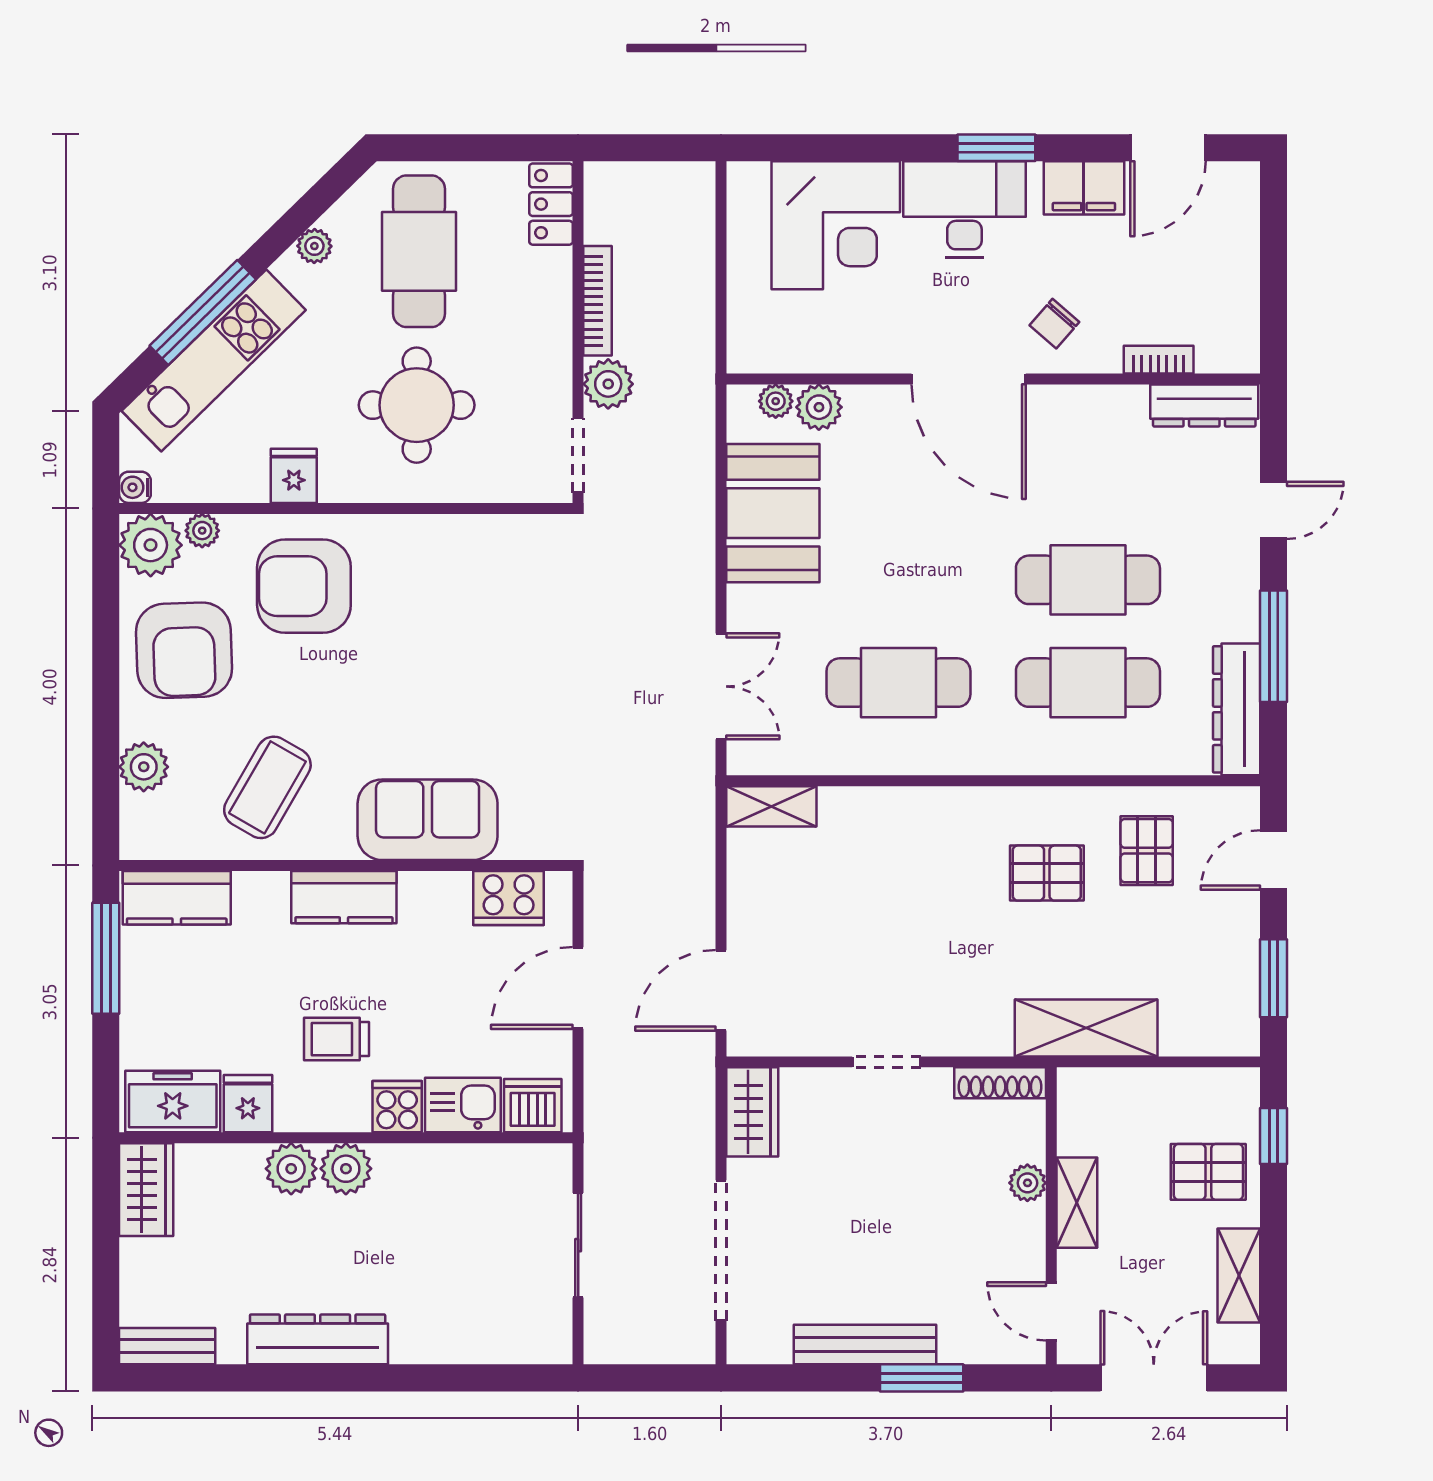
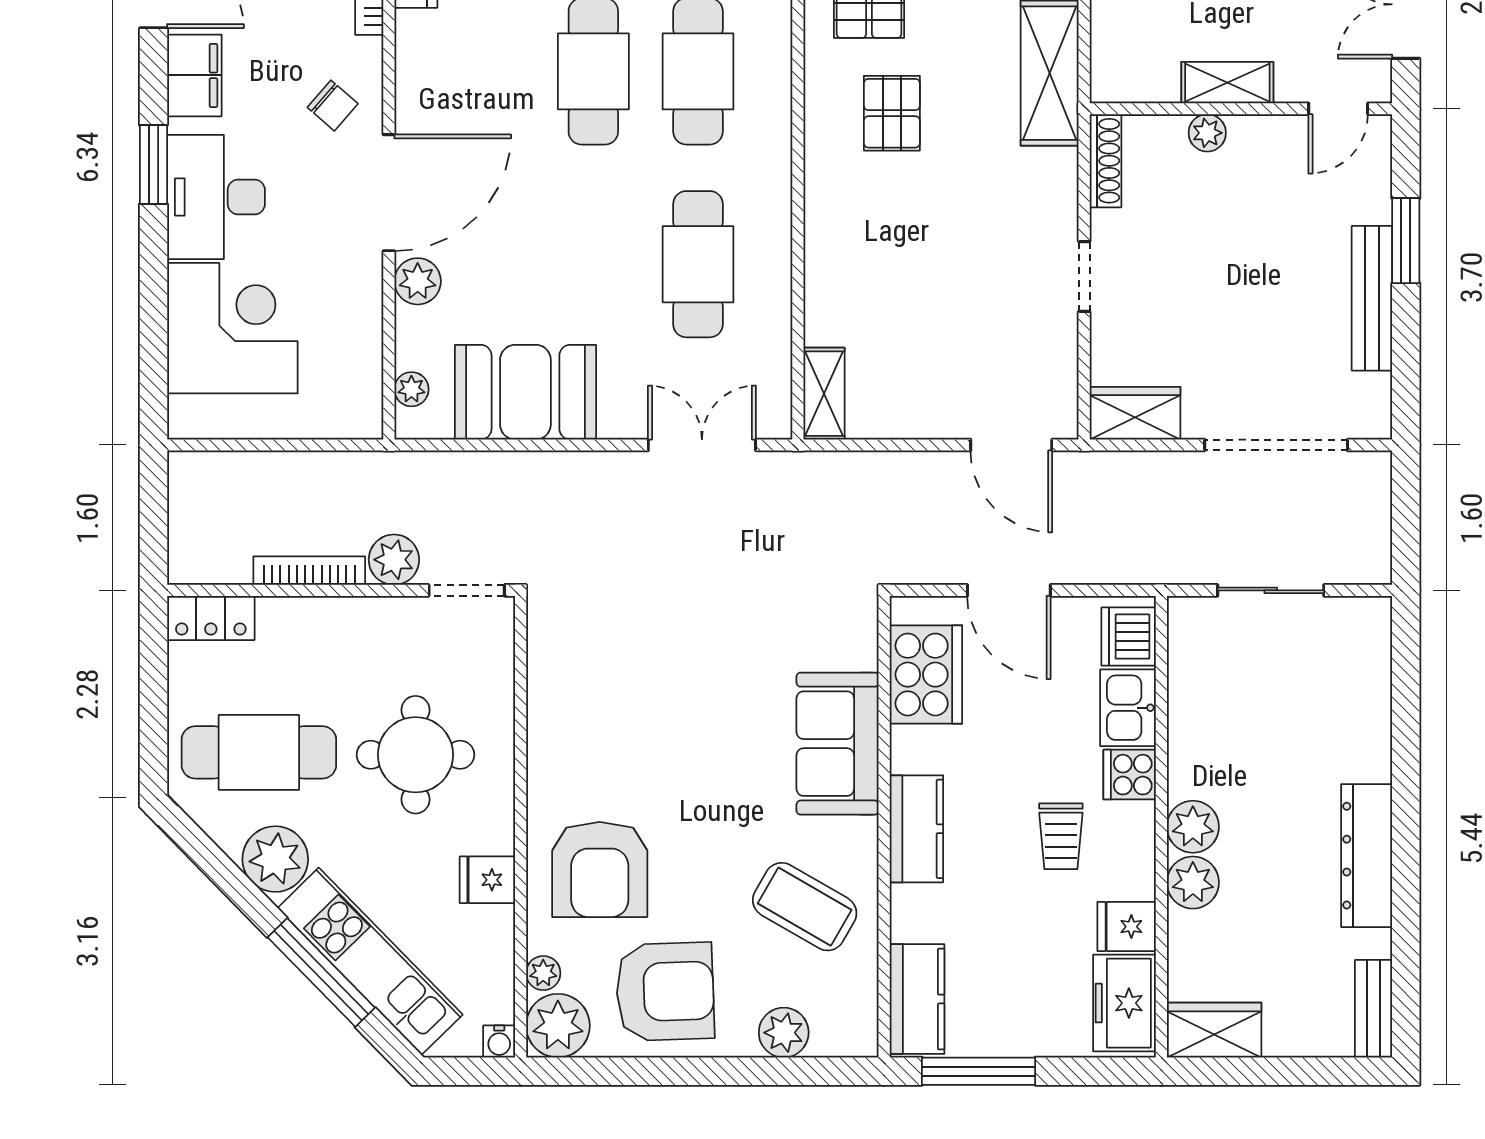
plant: (314, 246) -> (275, 859), width x1.87, depth x1.87
plant: (819, 407) -> (418, 281), moved
cooker: (509, 898) -> (926, 675), width x1.37, depth x1.31

